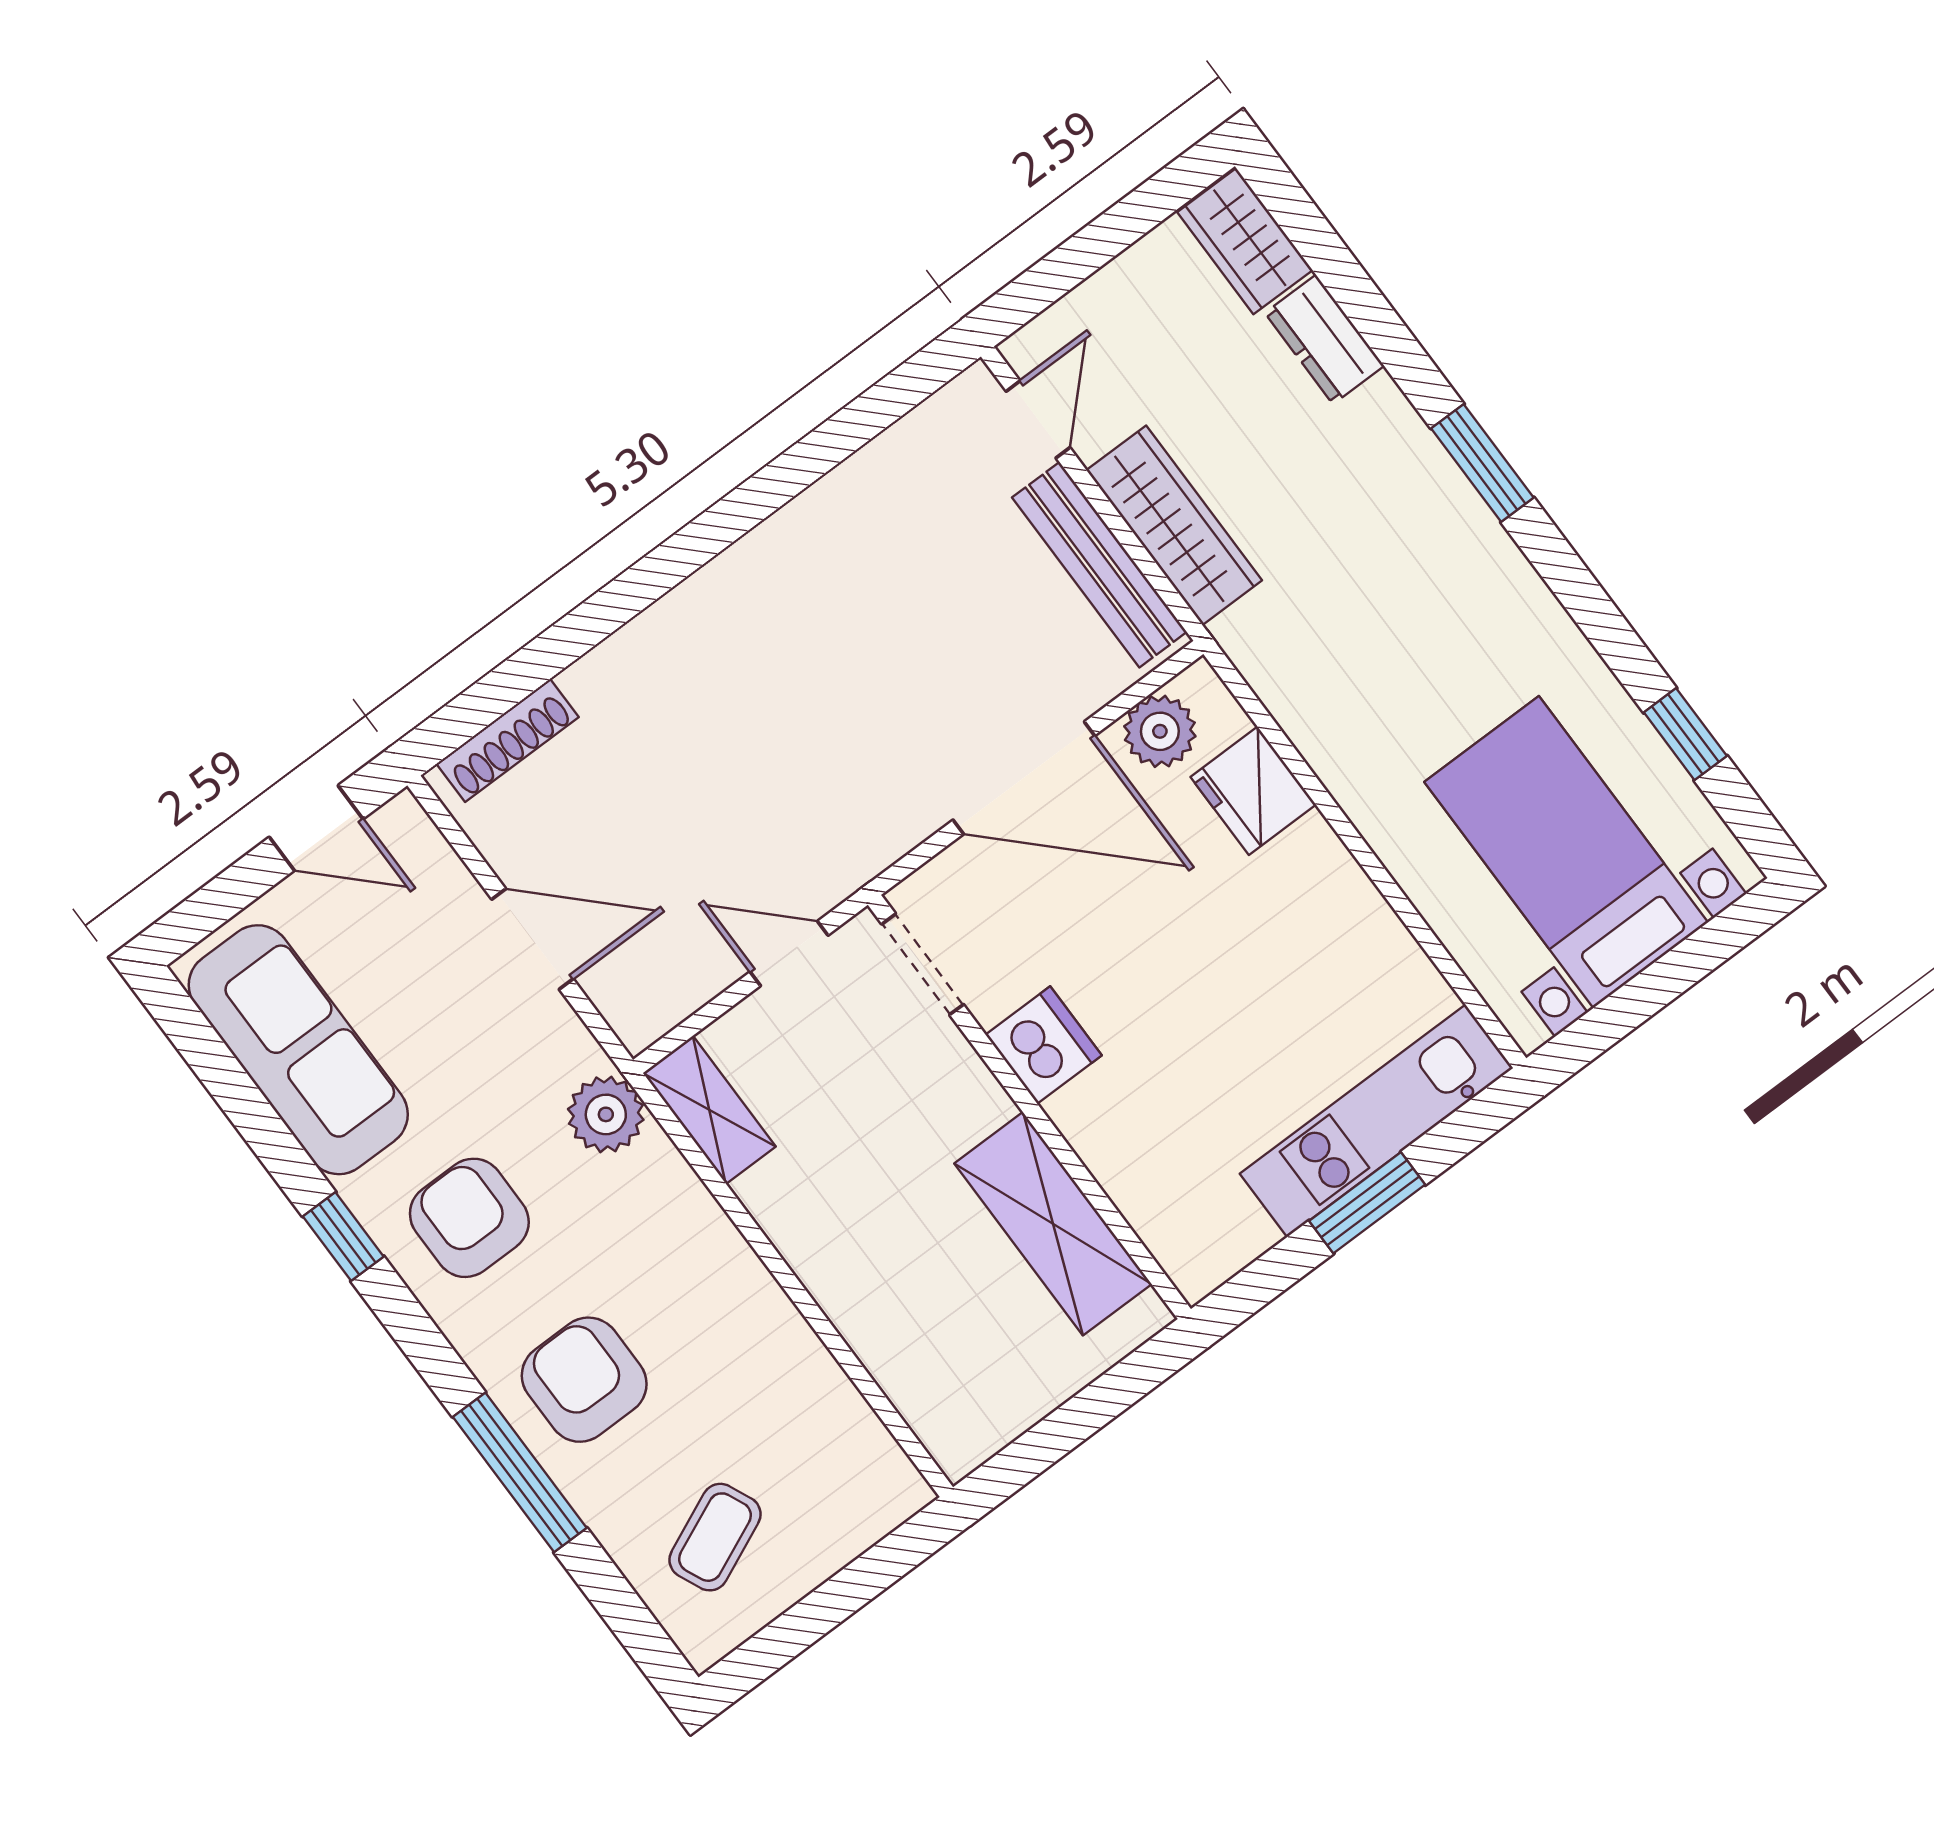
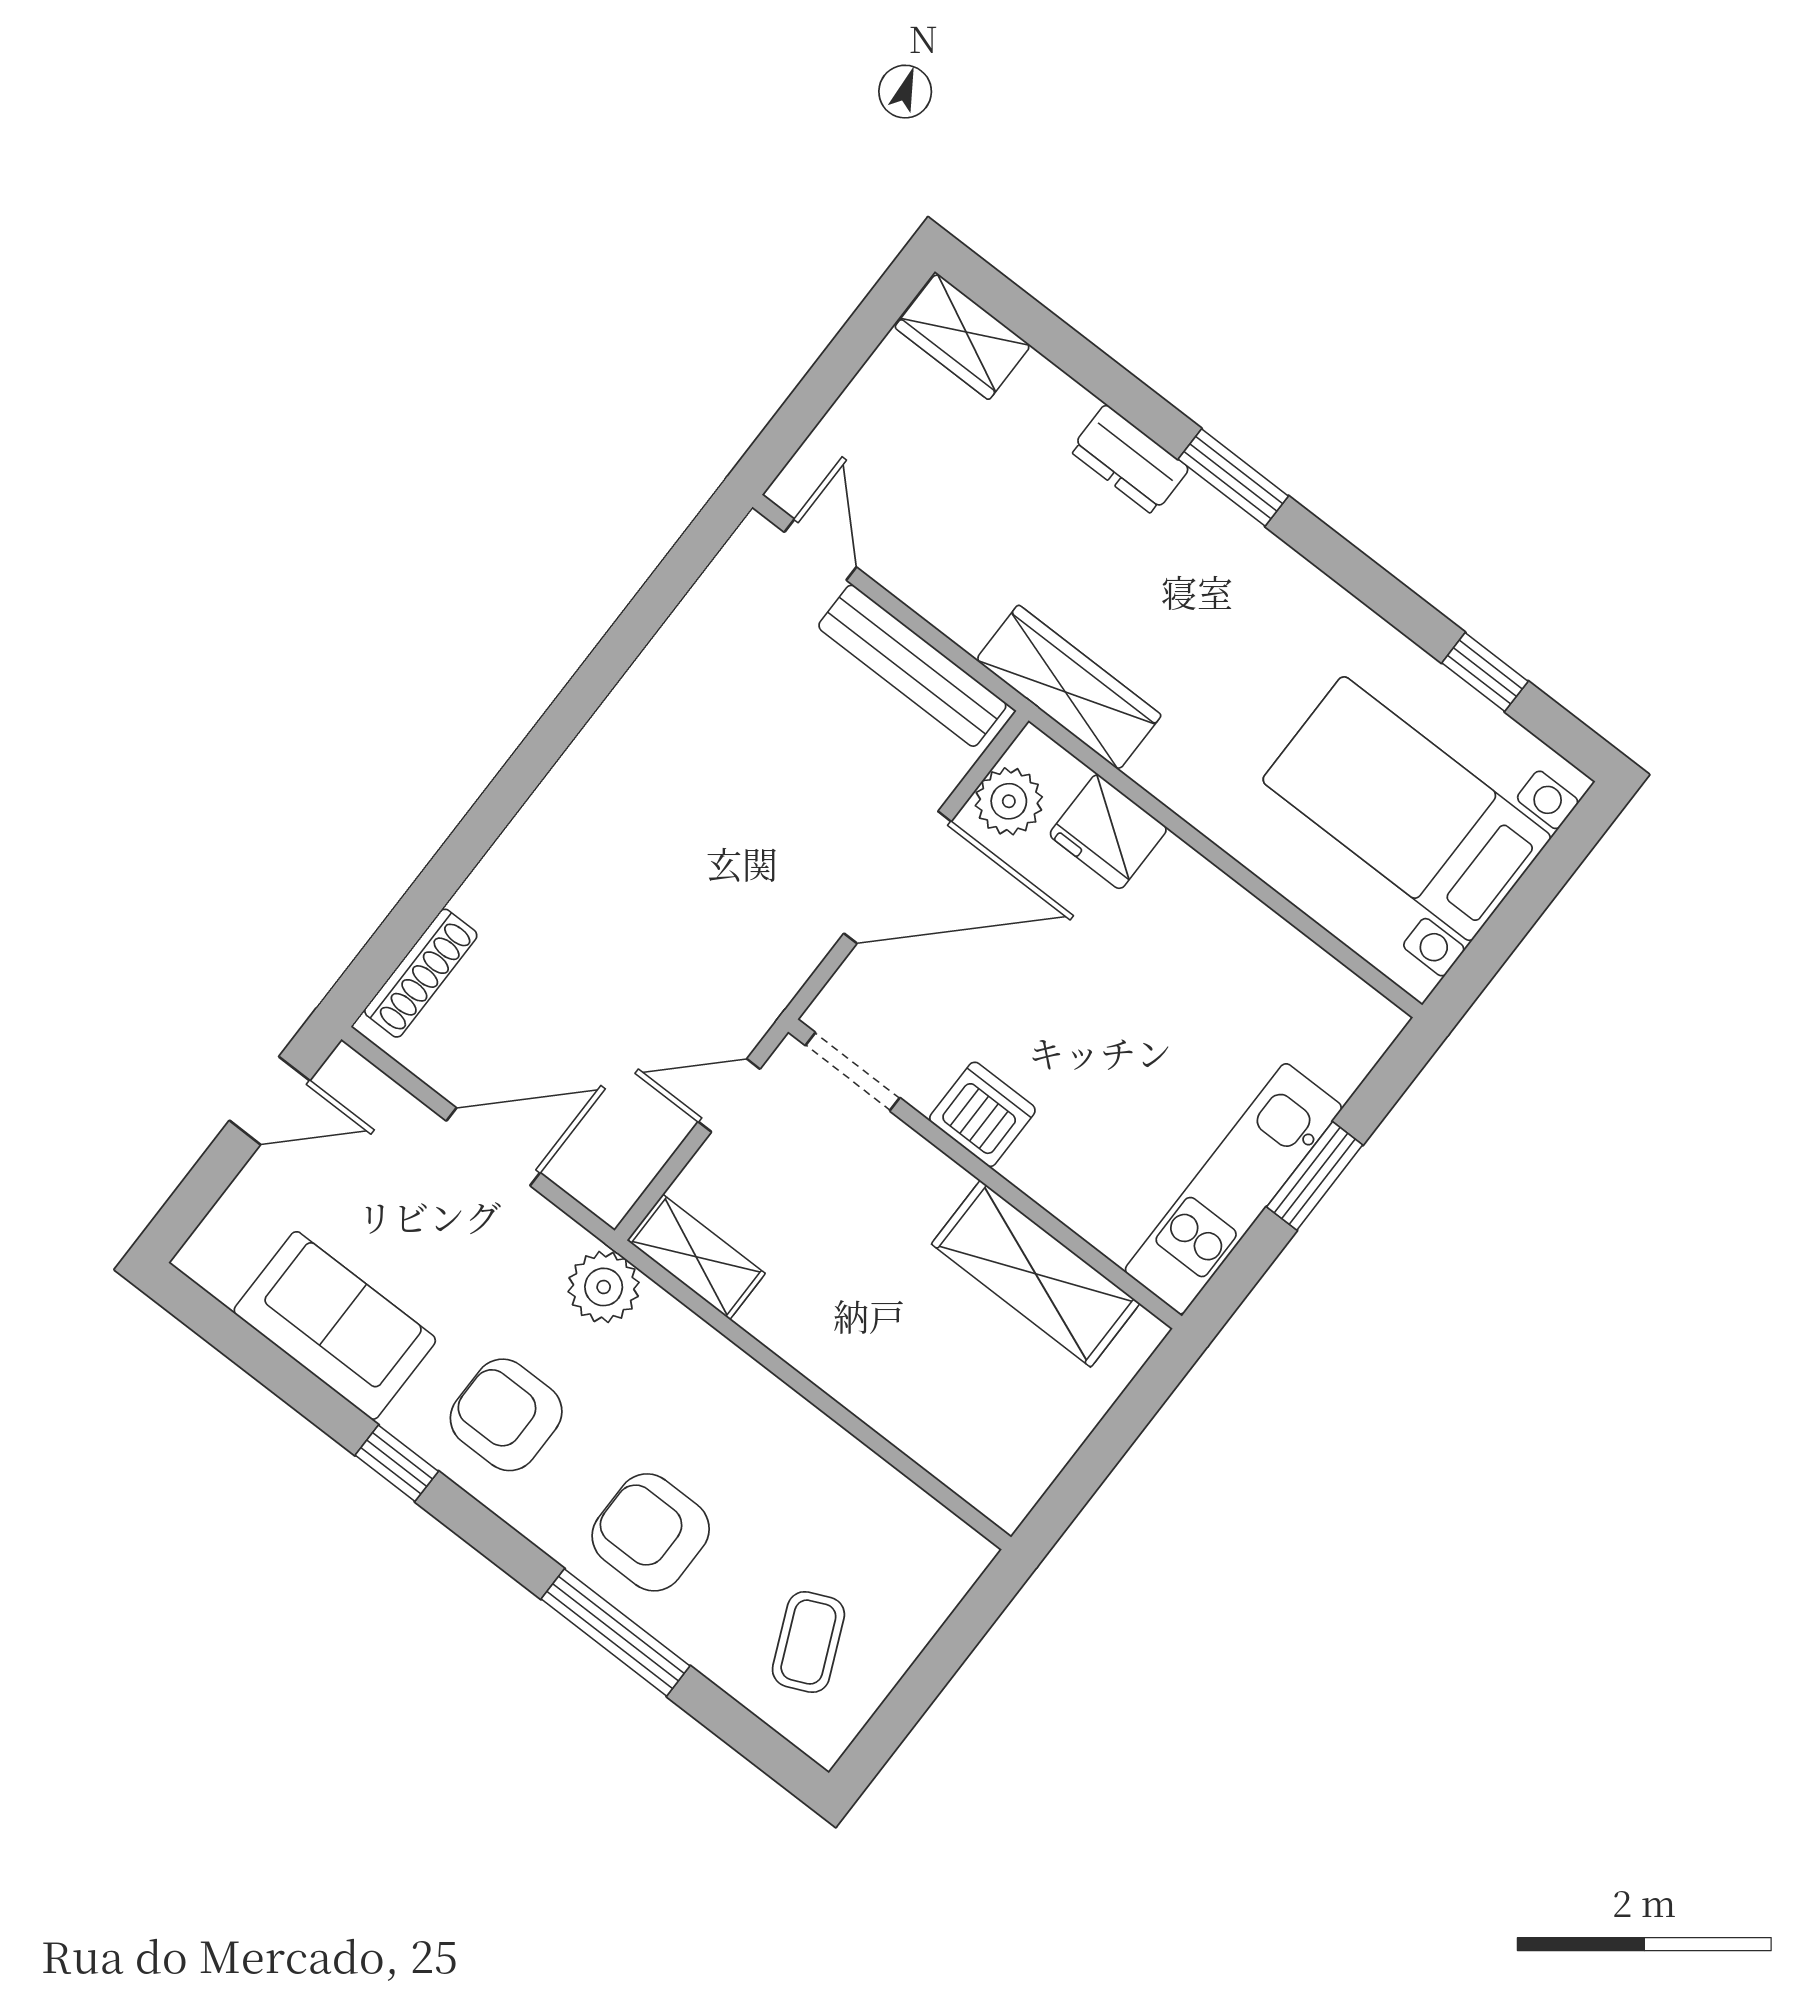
dresser: (1325, 339) -> (1129, 459), moved
wardrobe: (1174, 525) -> (1069, 687), moved
sofa: (298, 1050) -> (335, 1325), width x0.73
kitchen unit: (1376, 1121) -> (1233, 1189), moved

